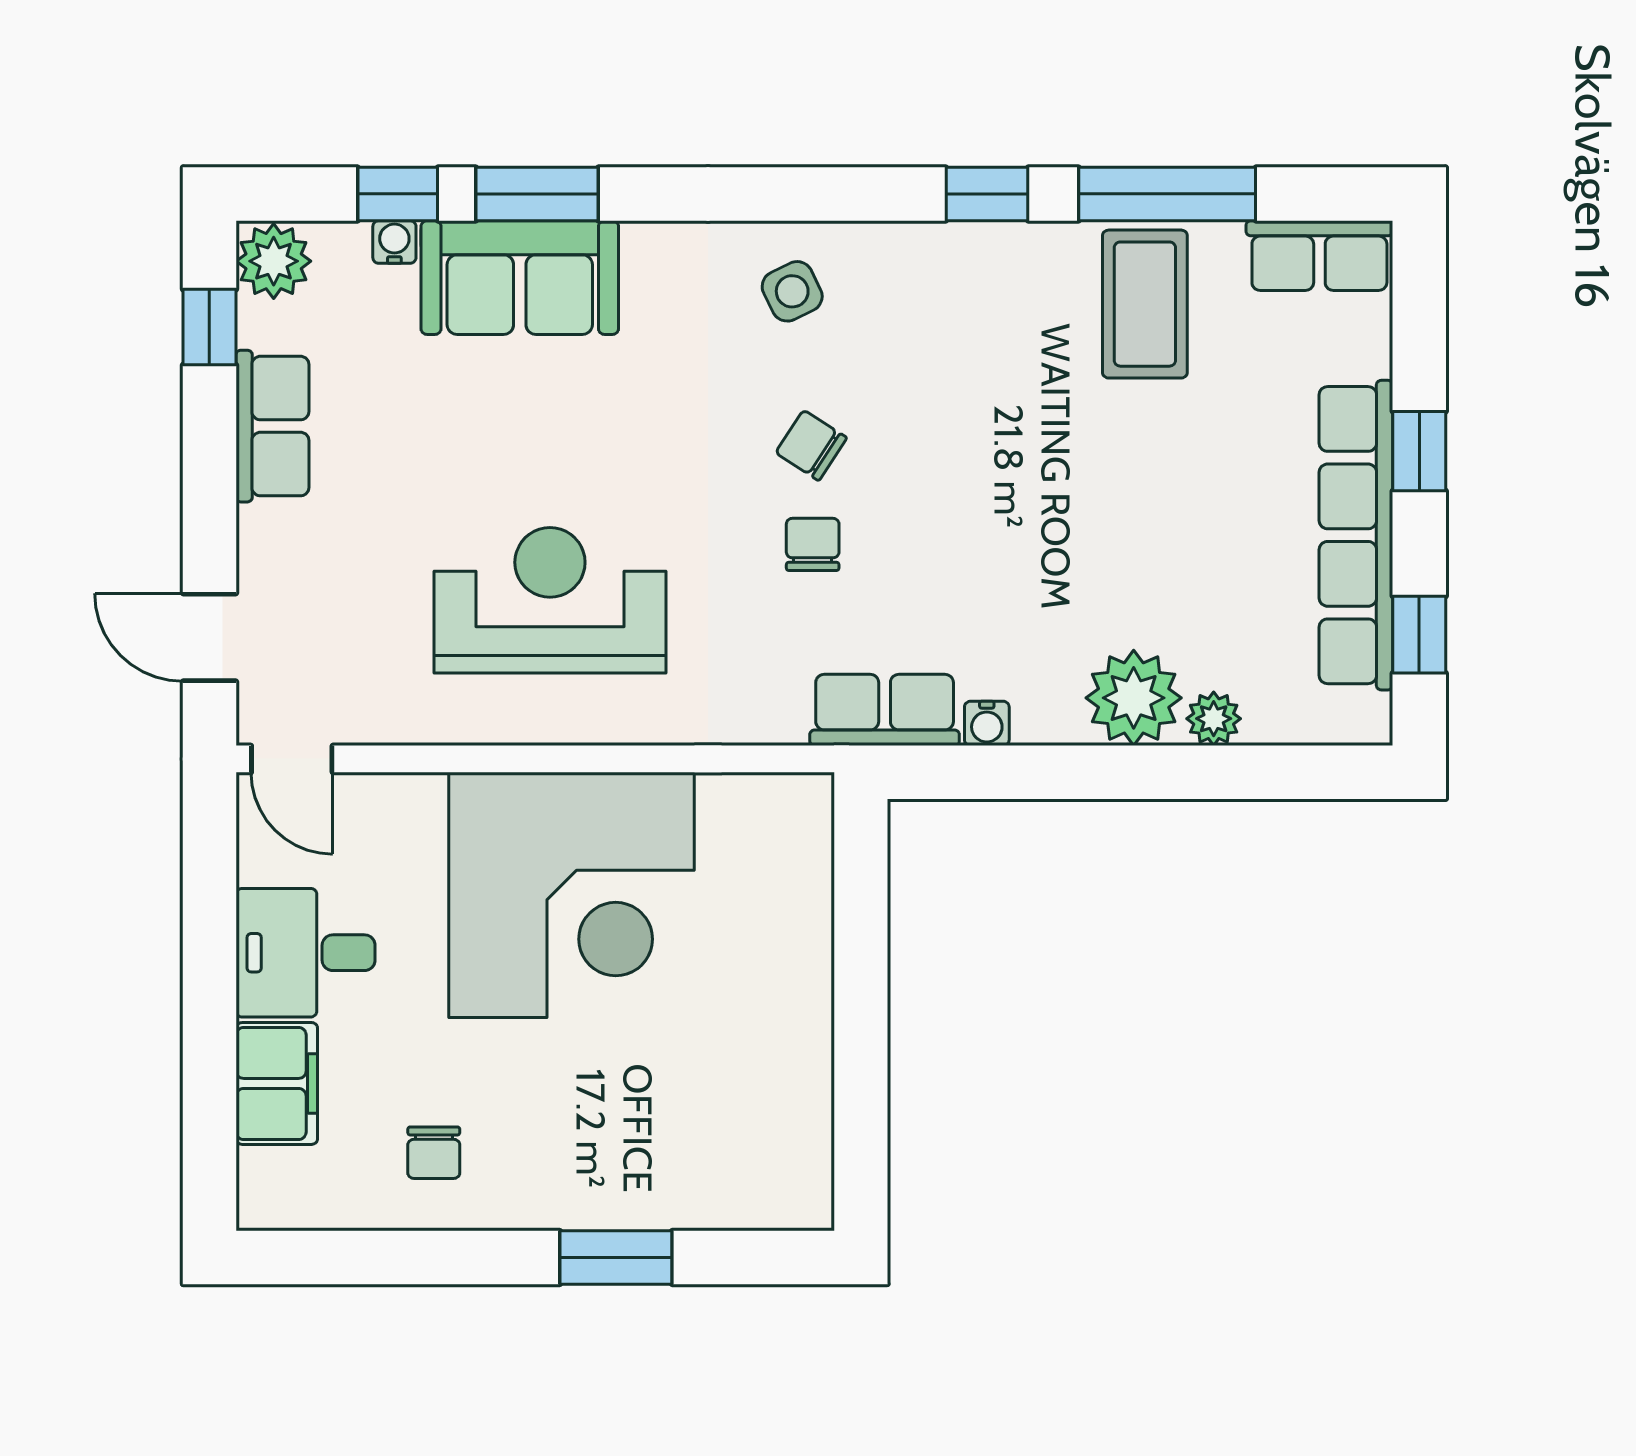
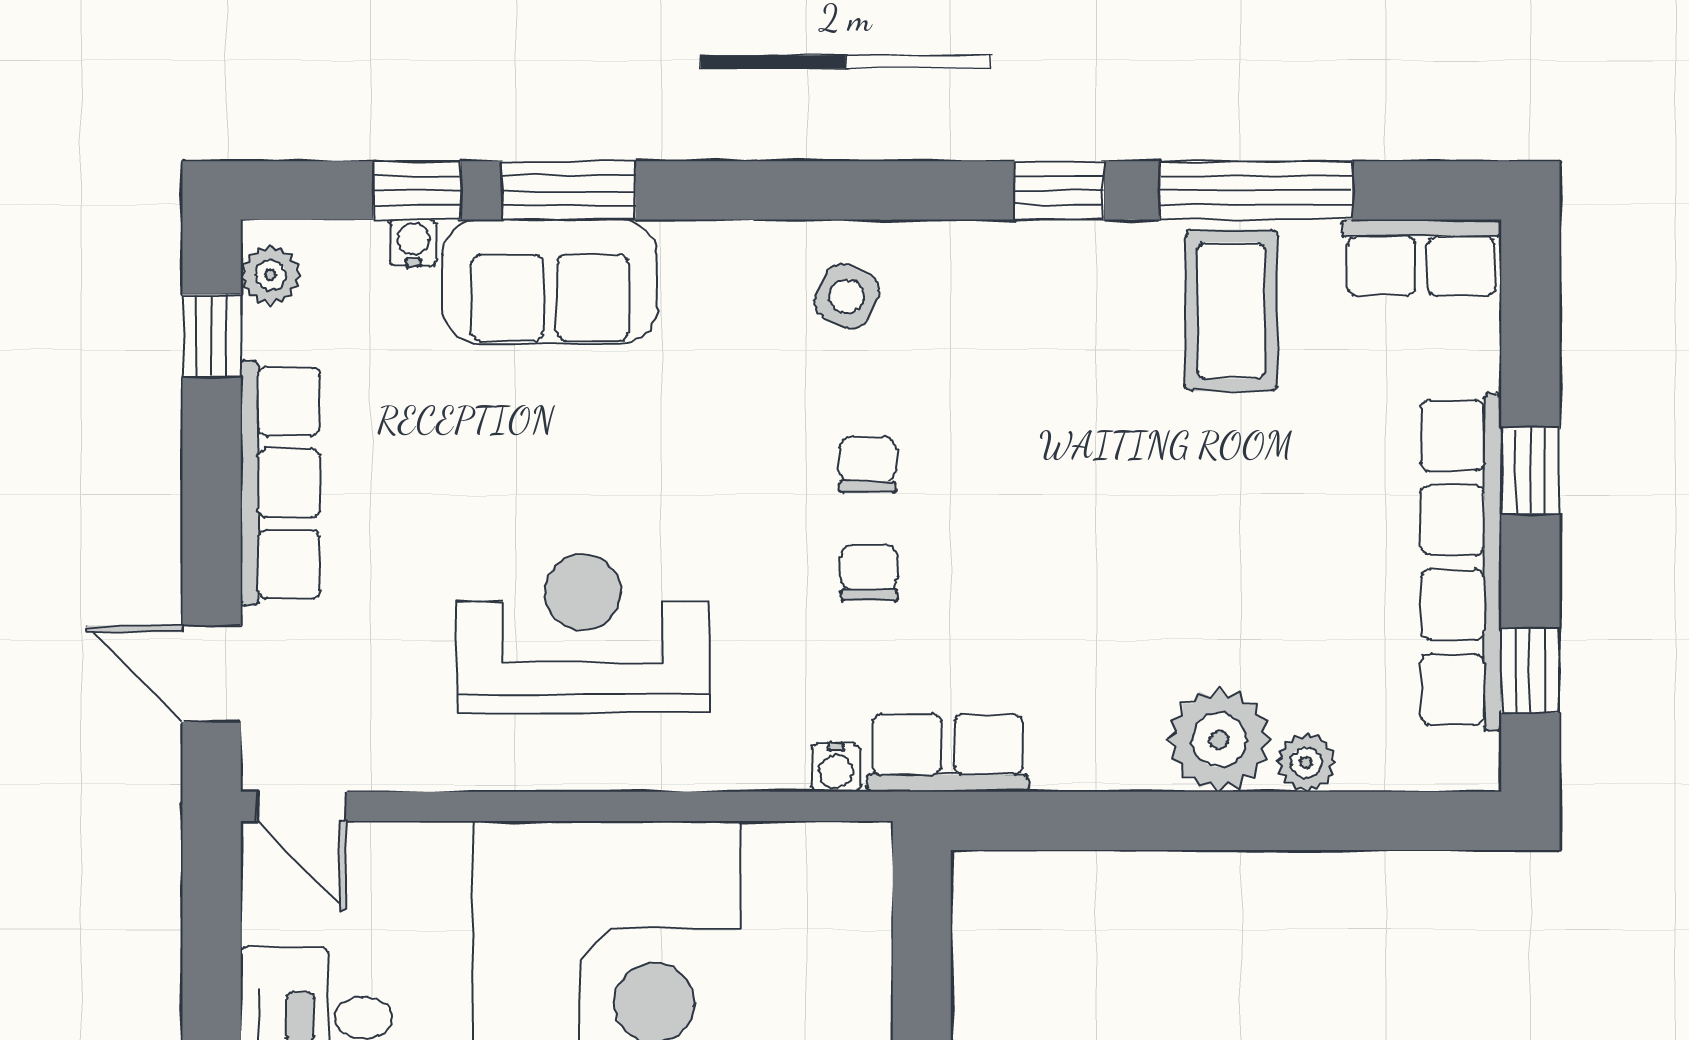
plant: (274, 261) -> (270, 275), width x0.73, depth x0.73
side table: (792, 291) -> (847, 297), turned -38
row of seats: (272, 426) -> (280, 483), width x1.48
chair: (811, 445) -> (868, 464), turned 57
water cooler: (987, 723) -> (836, 768), moved

